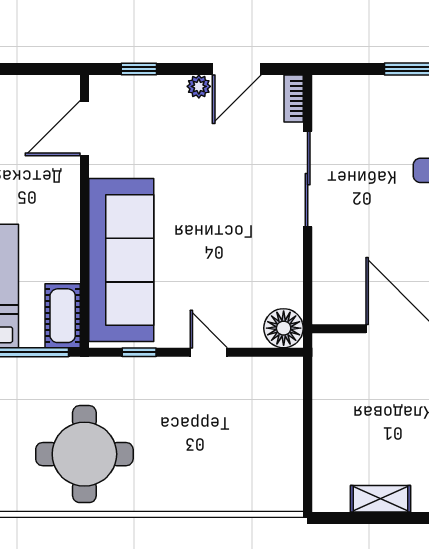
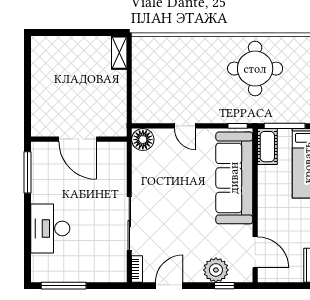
plant: (199, 86) -> (216, 270), moved, width x1.88, depth x1.88
door: (84, 128) -> (255, 252), hinge flipped
window: (139, 352) -> (238, 126), moved
shelving: (380, 499) -> (119, 53), moved, turned 90

